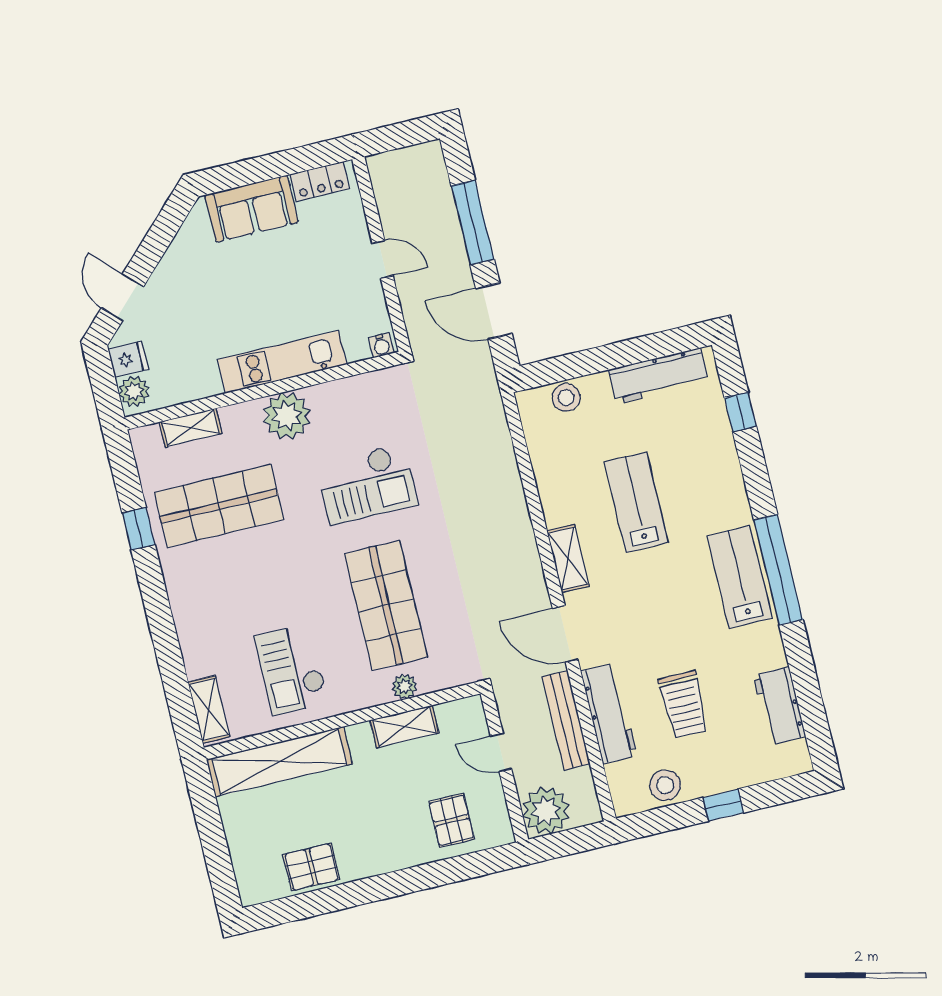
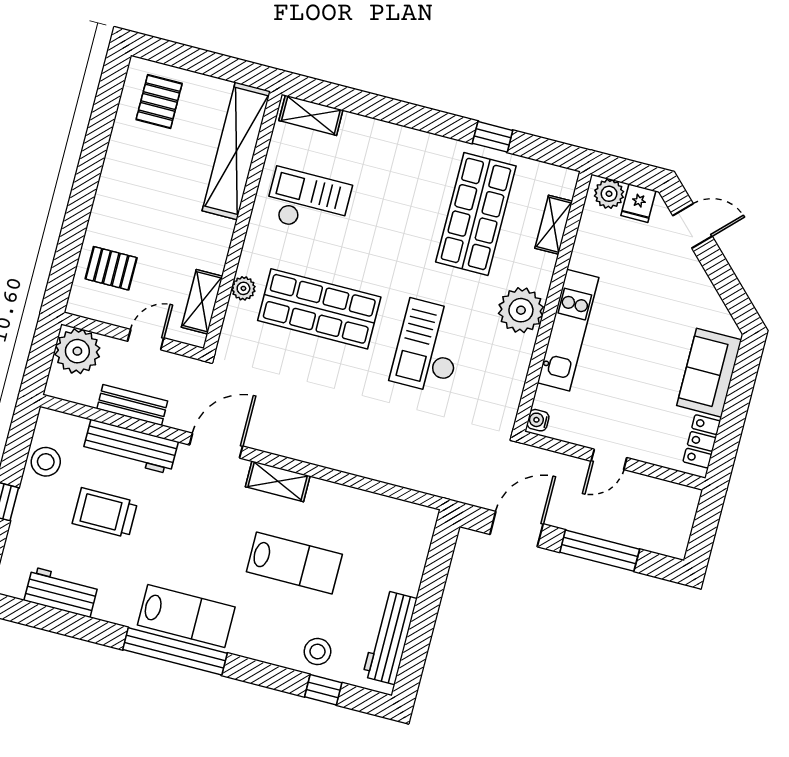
stool: (566, 397) -> (317, 652), moved
bench: (566, 720) -> (132, 405), width x0.73
shelving: (404, 727) -> (202, 302), moved
pallet: (311, 867) -> (159, 102), moved

